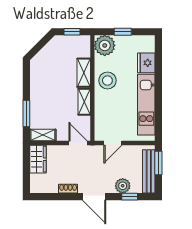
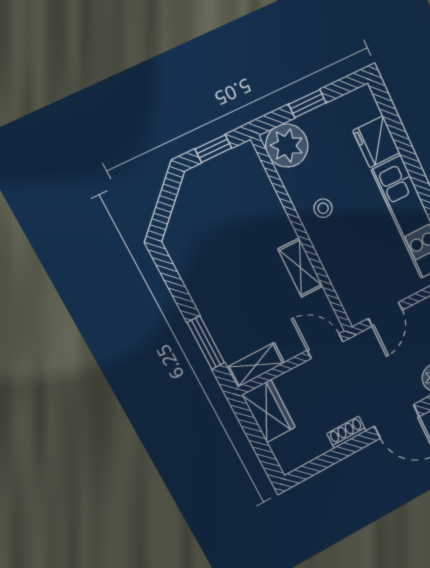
shelving: (84, 73) -> (273, 215), removed
stool: (107, 80) -> (323, 208), width x0.53, depth x0.53

